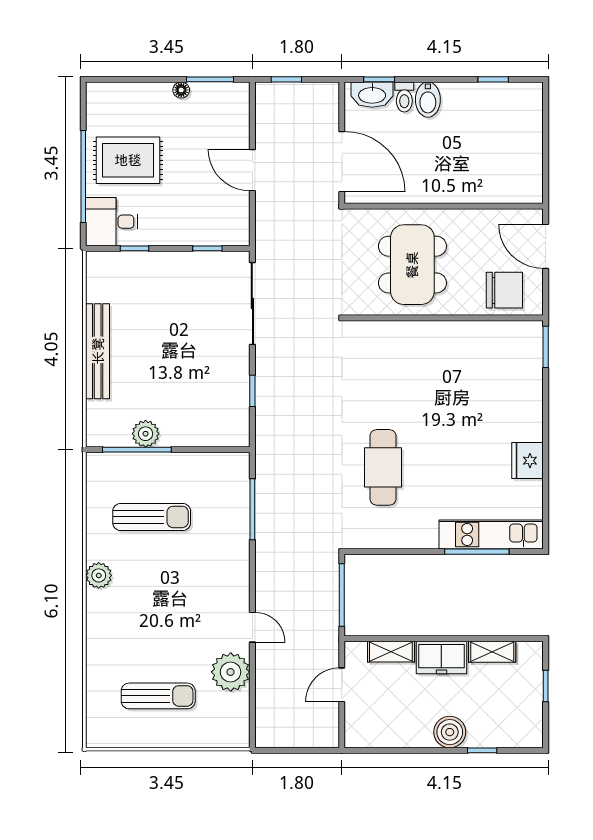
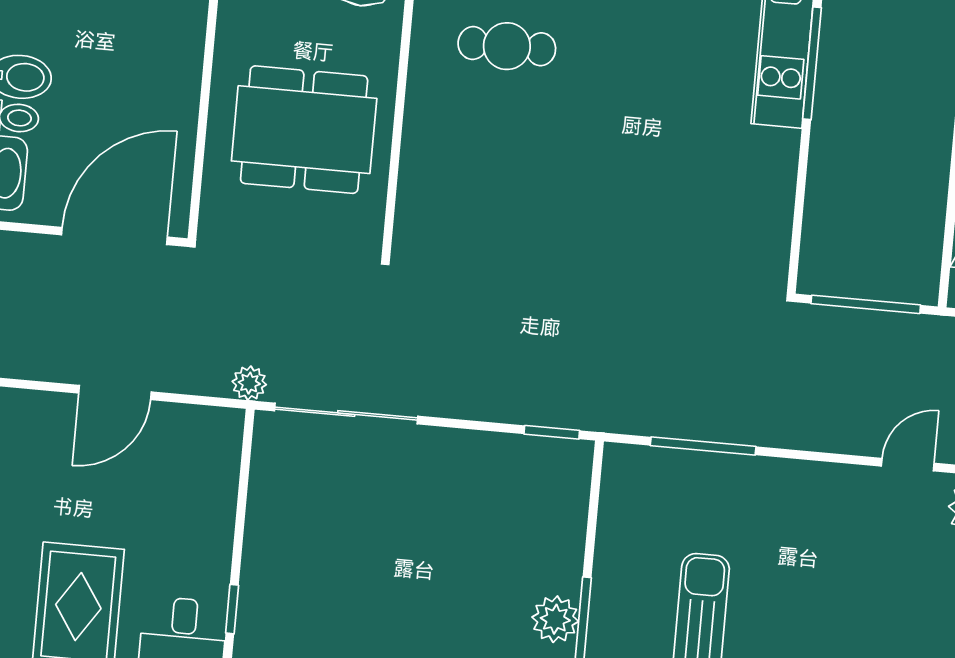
plant: (265, 246) -> (249, 383), added
window: (207, 248) -> (244, 483), removed
window: (252, 391) -> (552, 432), moved
cafe table: (383, 467) -> (507, 46), moved, width x0.73, depth x0.74

